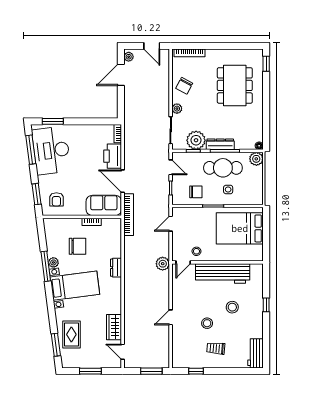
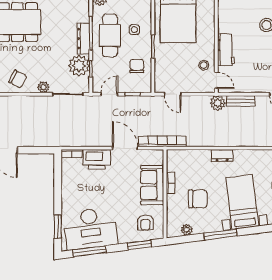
door: (123, 181) -> (125, 148), swing flipped
armchair: (56, 199) -> (145, 223), turned 90
sofa: (104, 205) -> (152, 185), moved
chair: (78, 246) -> (198, 199), turned 90
plant: (53, 262) -> (187, 230), moved
workbench: (223, 273) -> (226, 50), width x0.53, depth x0.76
bench: (165, 284) -> (241, 101), added

